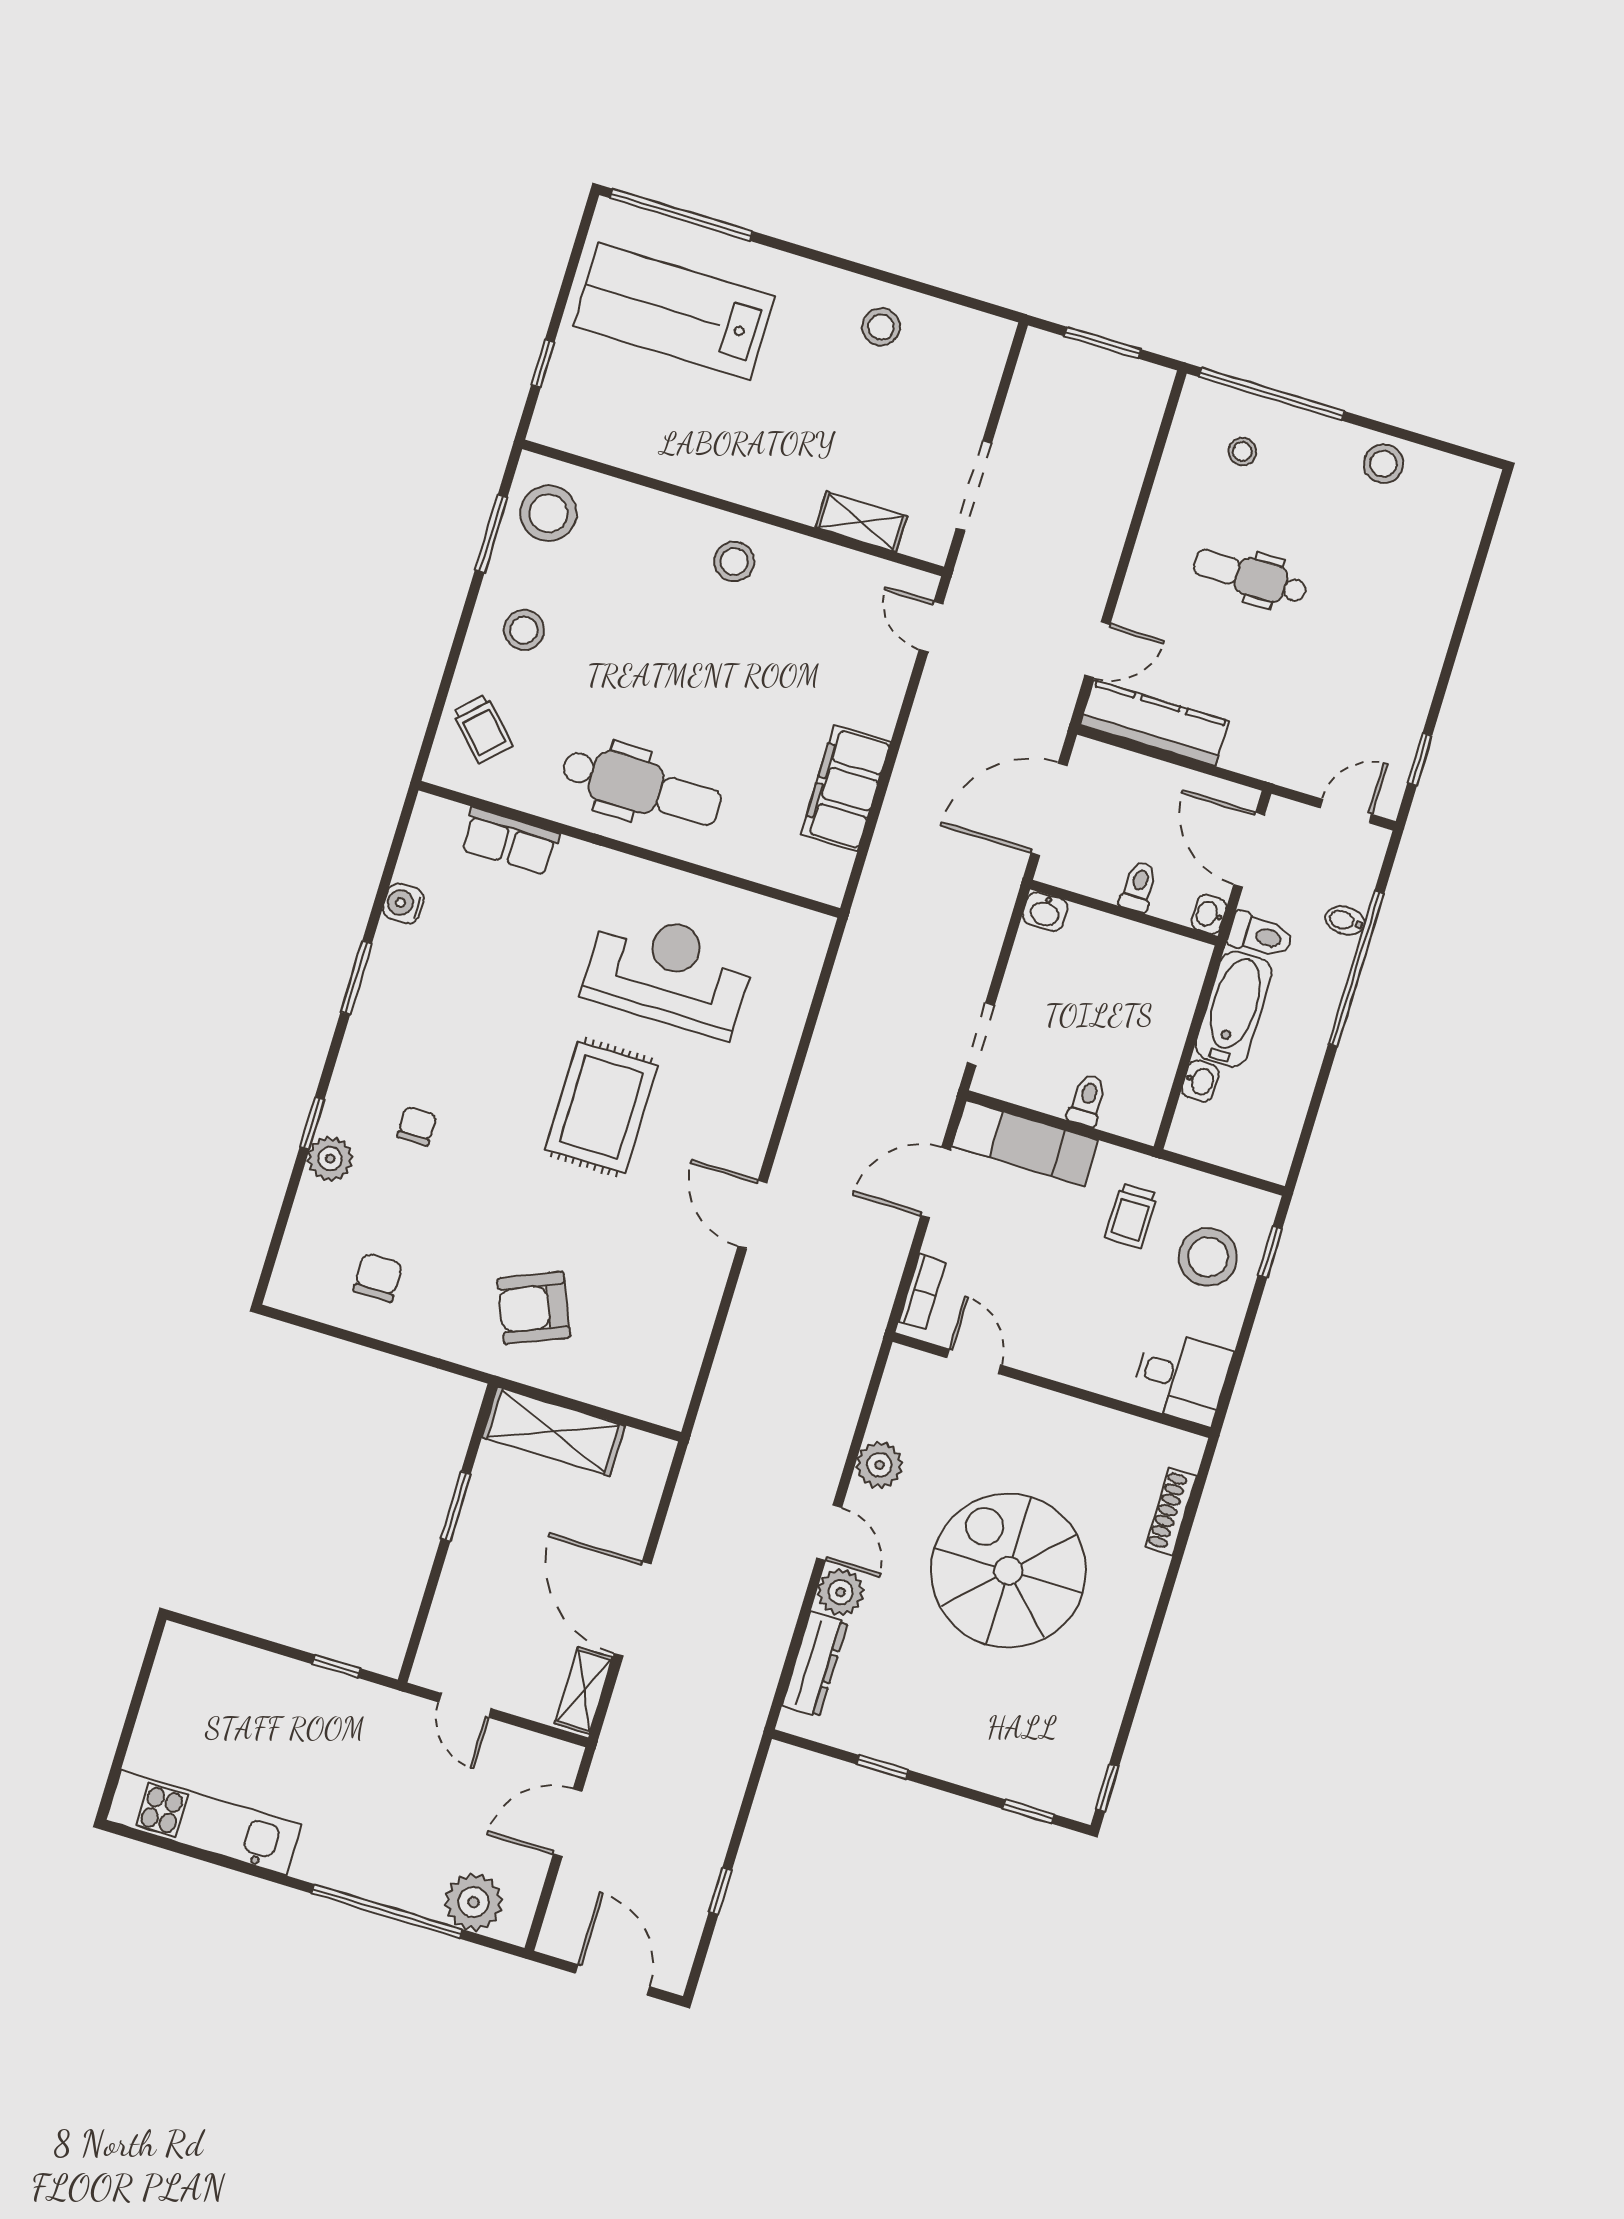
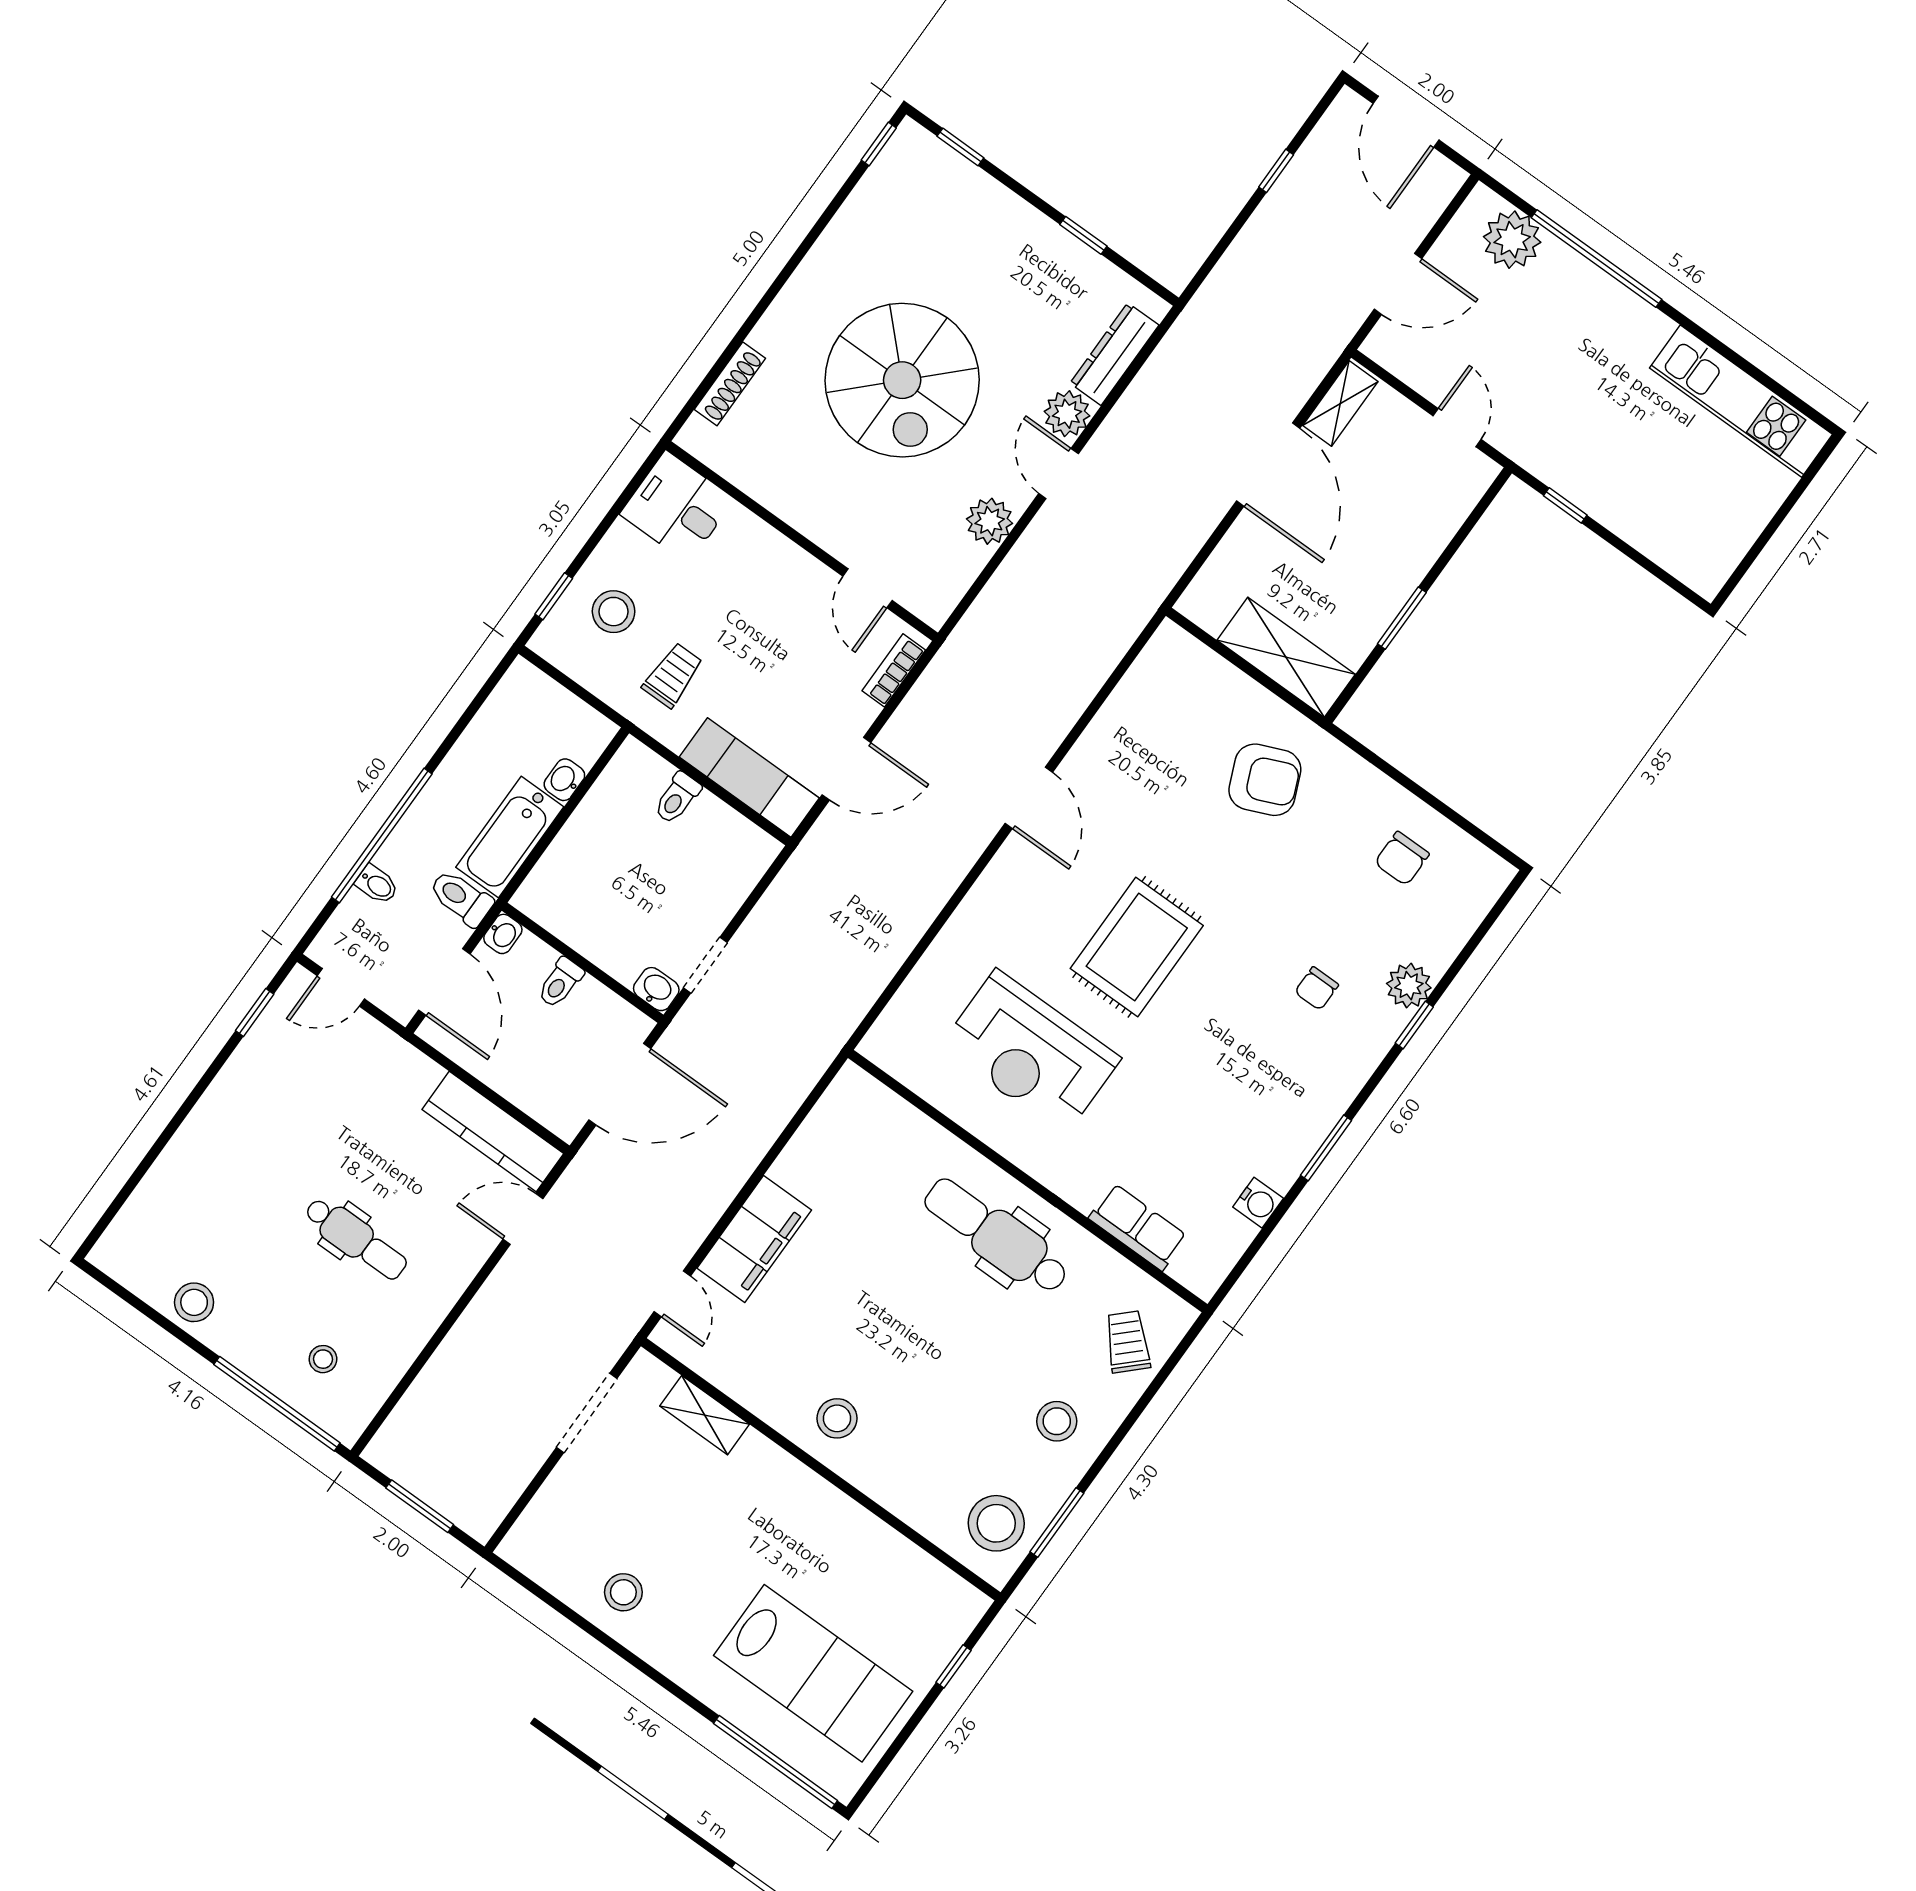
filing cabinet: (846, 788) -> (754, 1239), moved
doorway: (981, 1034) -> (705, 965), moved
stool: (1208, 1257) -> (614, 612), width x0.73, depth x0.73

